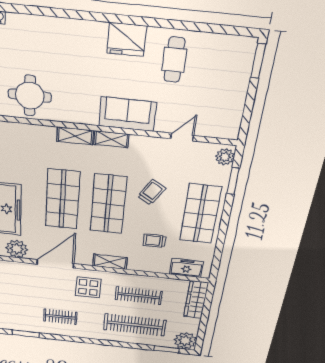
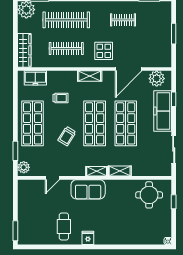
fridge: (127, 39) -> (88, 238), width x0.53, depth x0.75

